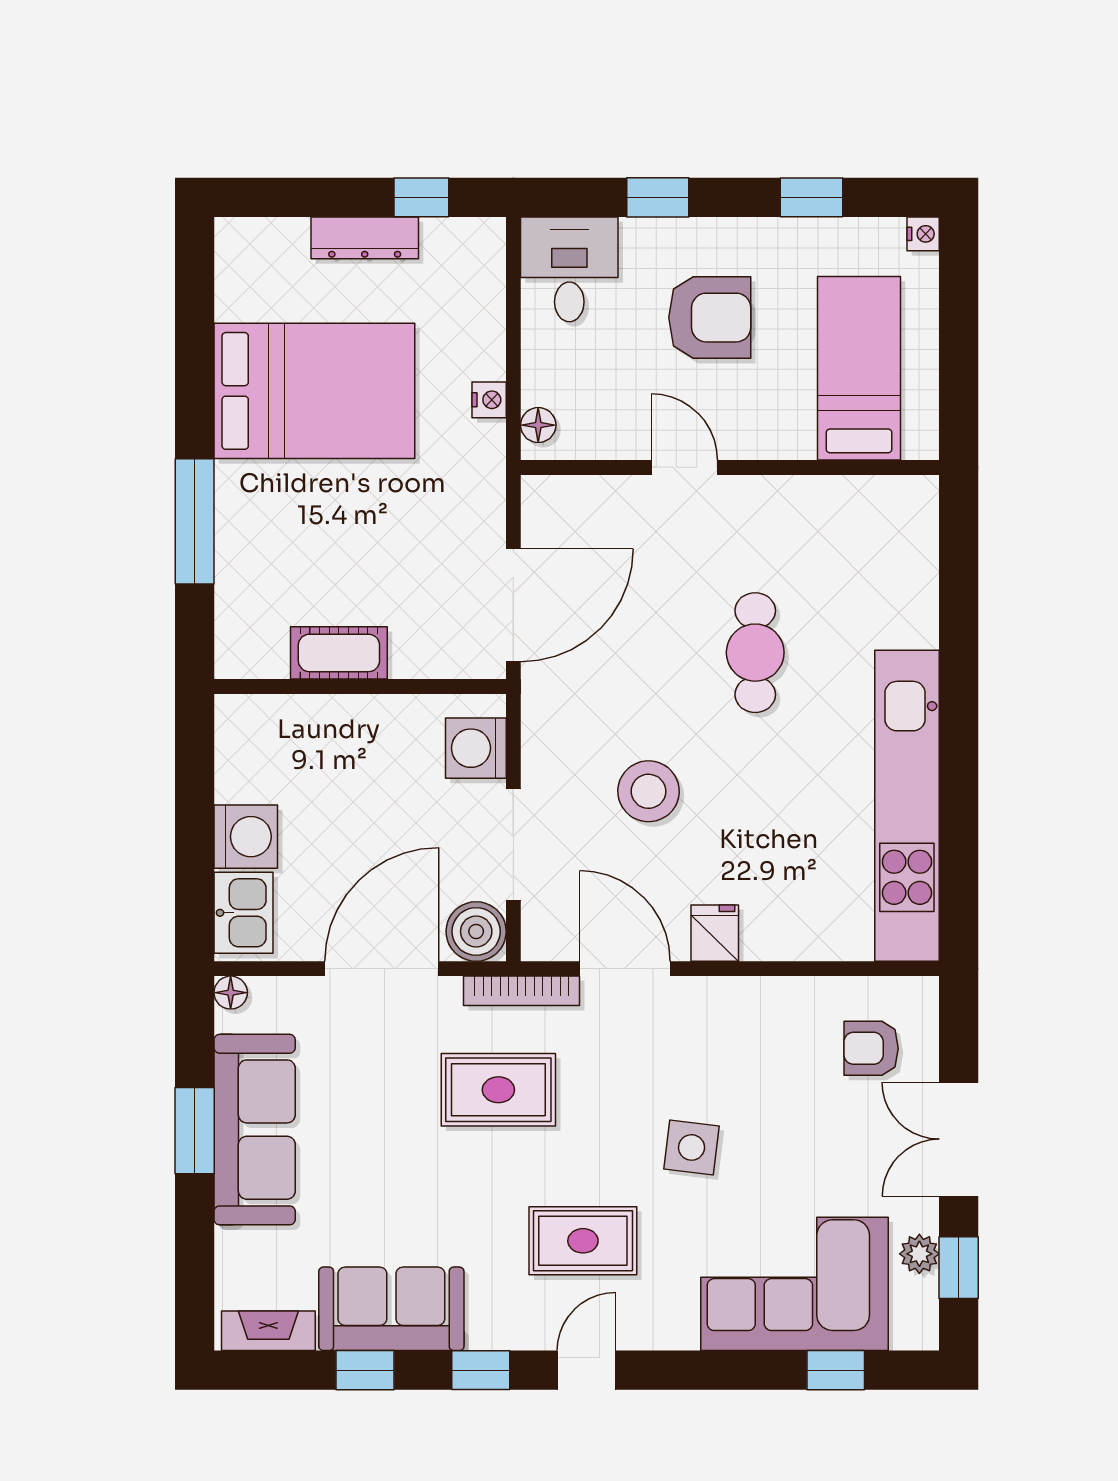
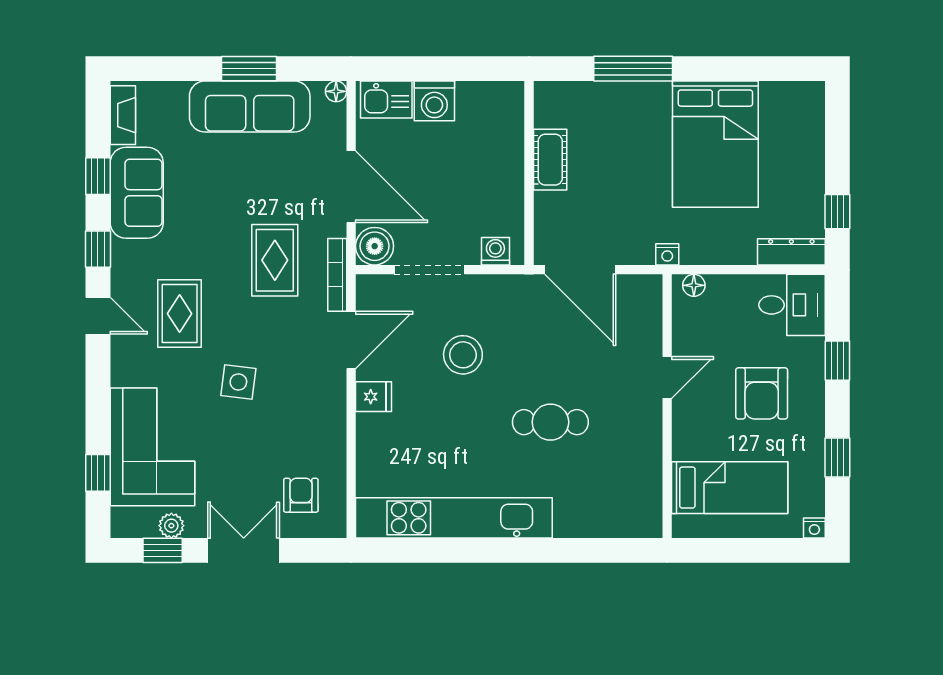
dresser: (365, 238) -> (791, 252), moved, turned 90
nightstand: (489, 400) -> (667, 254), moved
washing machine: (476, 748) -> (495, 251), width x0.73, depth x0.73

